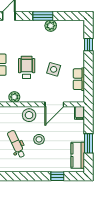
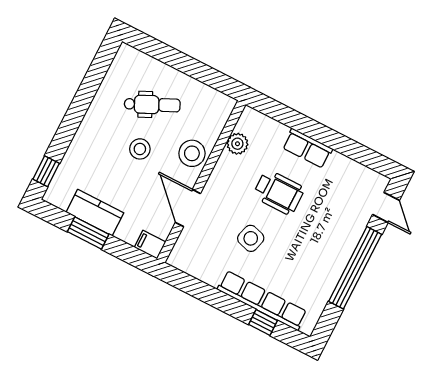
window: (43, 16) -> (355, 268), width x2.11
plant: (51, 26) -> (331, 273), removed
row of seats: (79, 79) -> (262, 301), moved, width x2.02
kitchen counter: (78, 155) -> (95, 213), moved
window: (57, 176) -> (46, 171), moved

